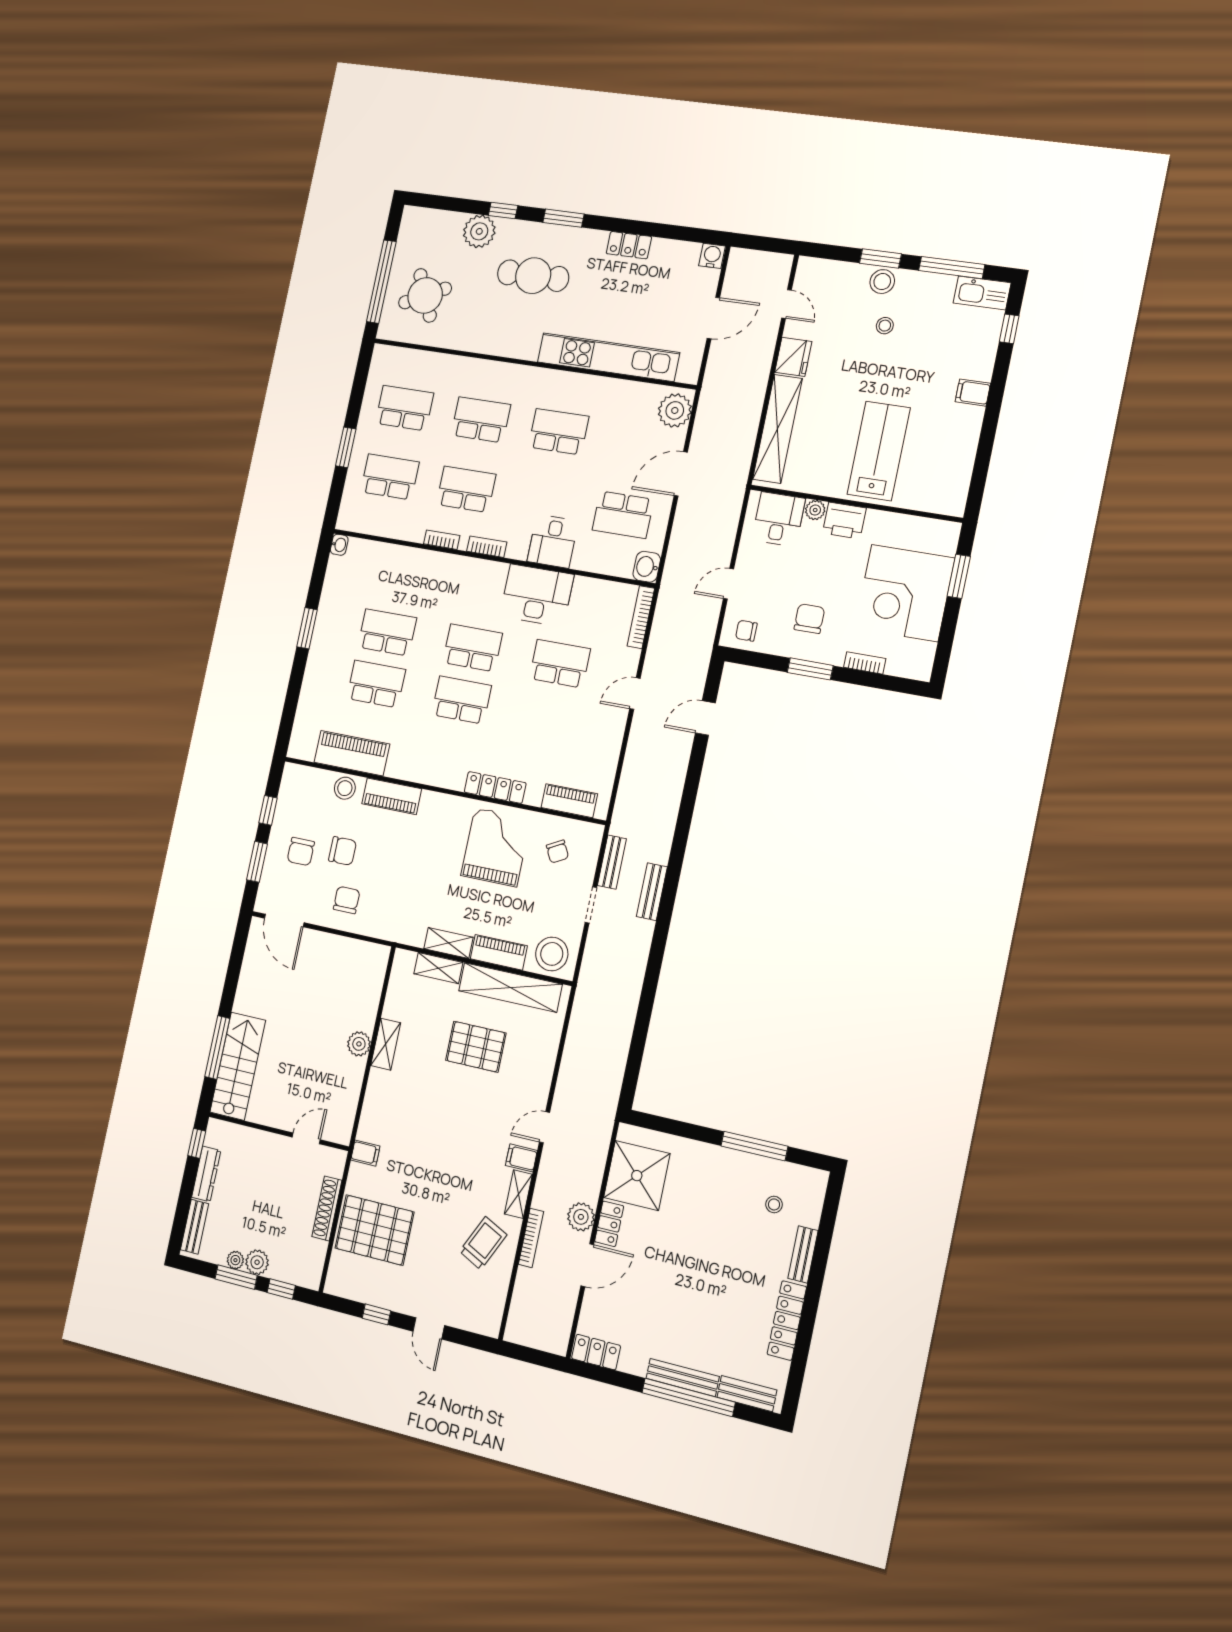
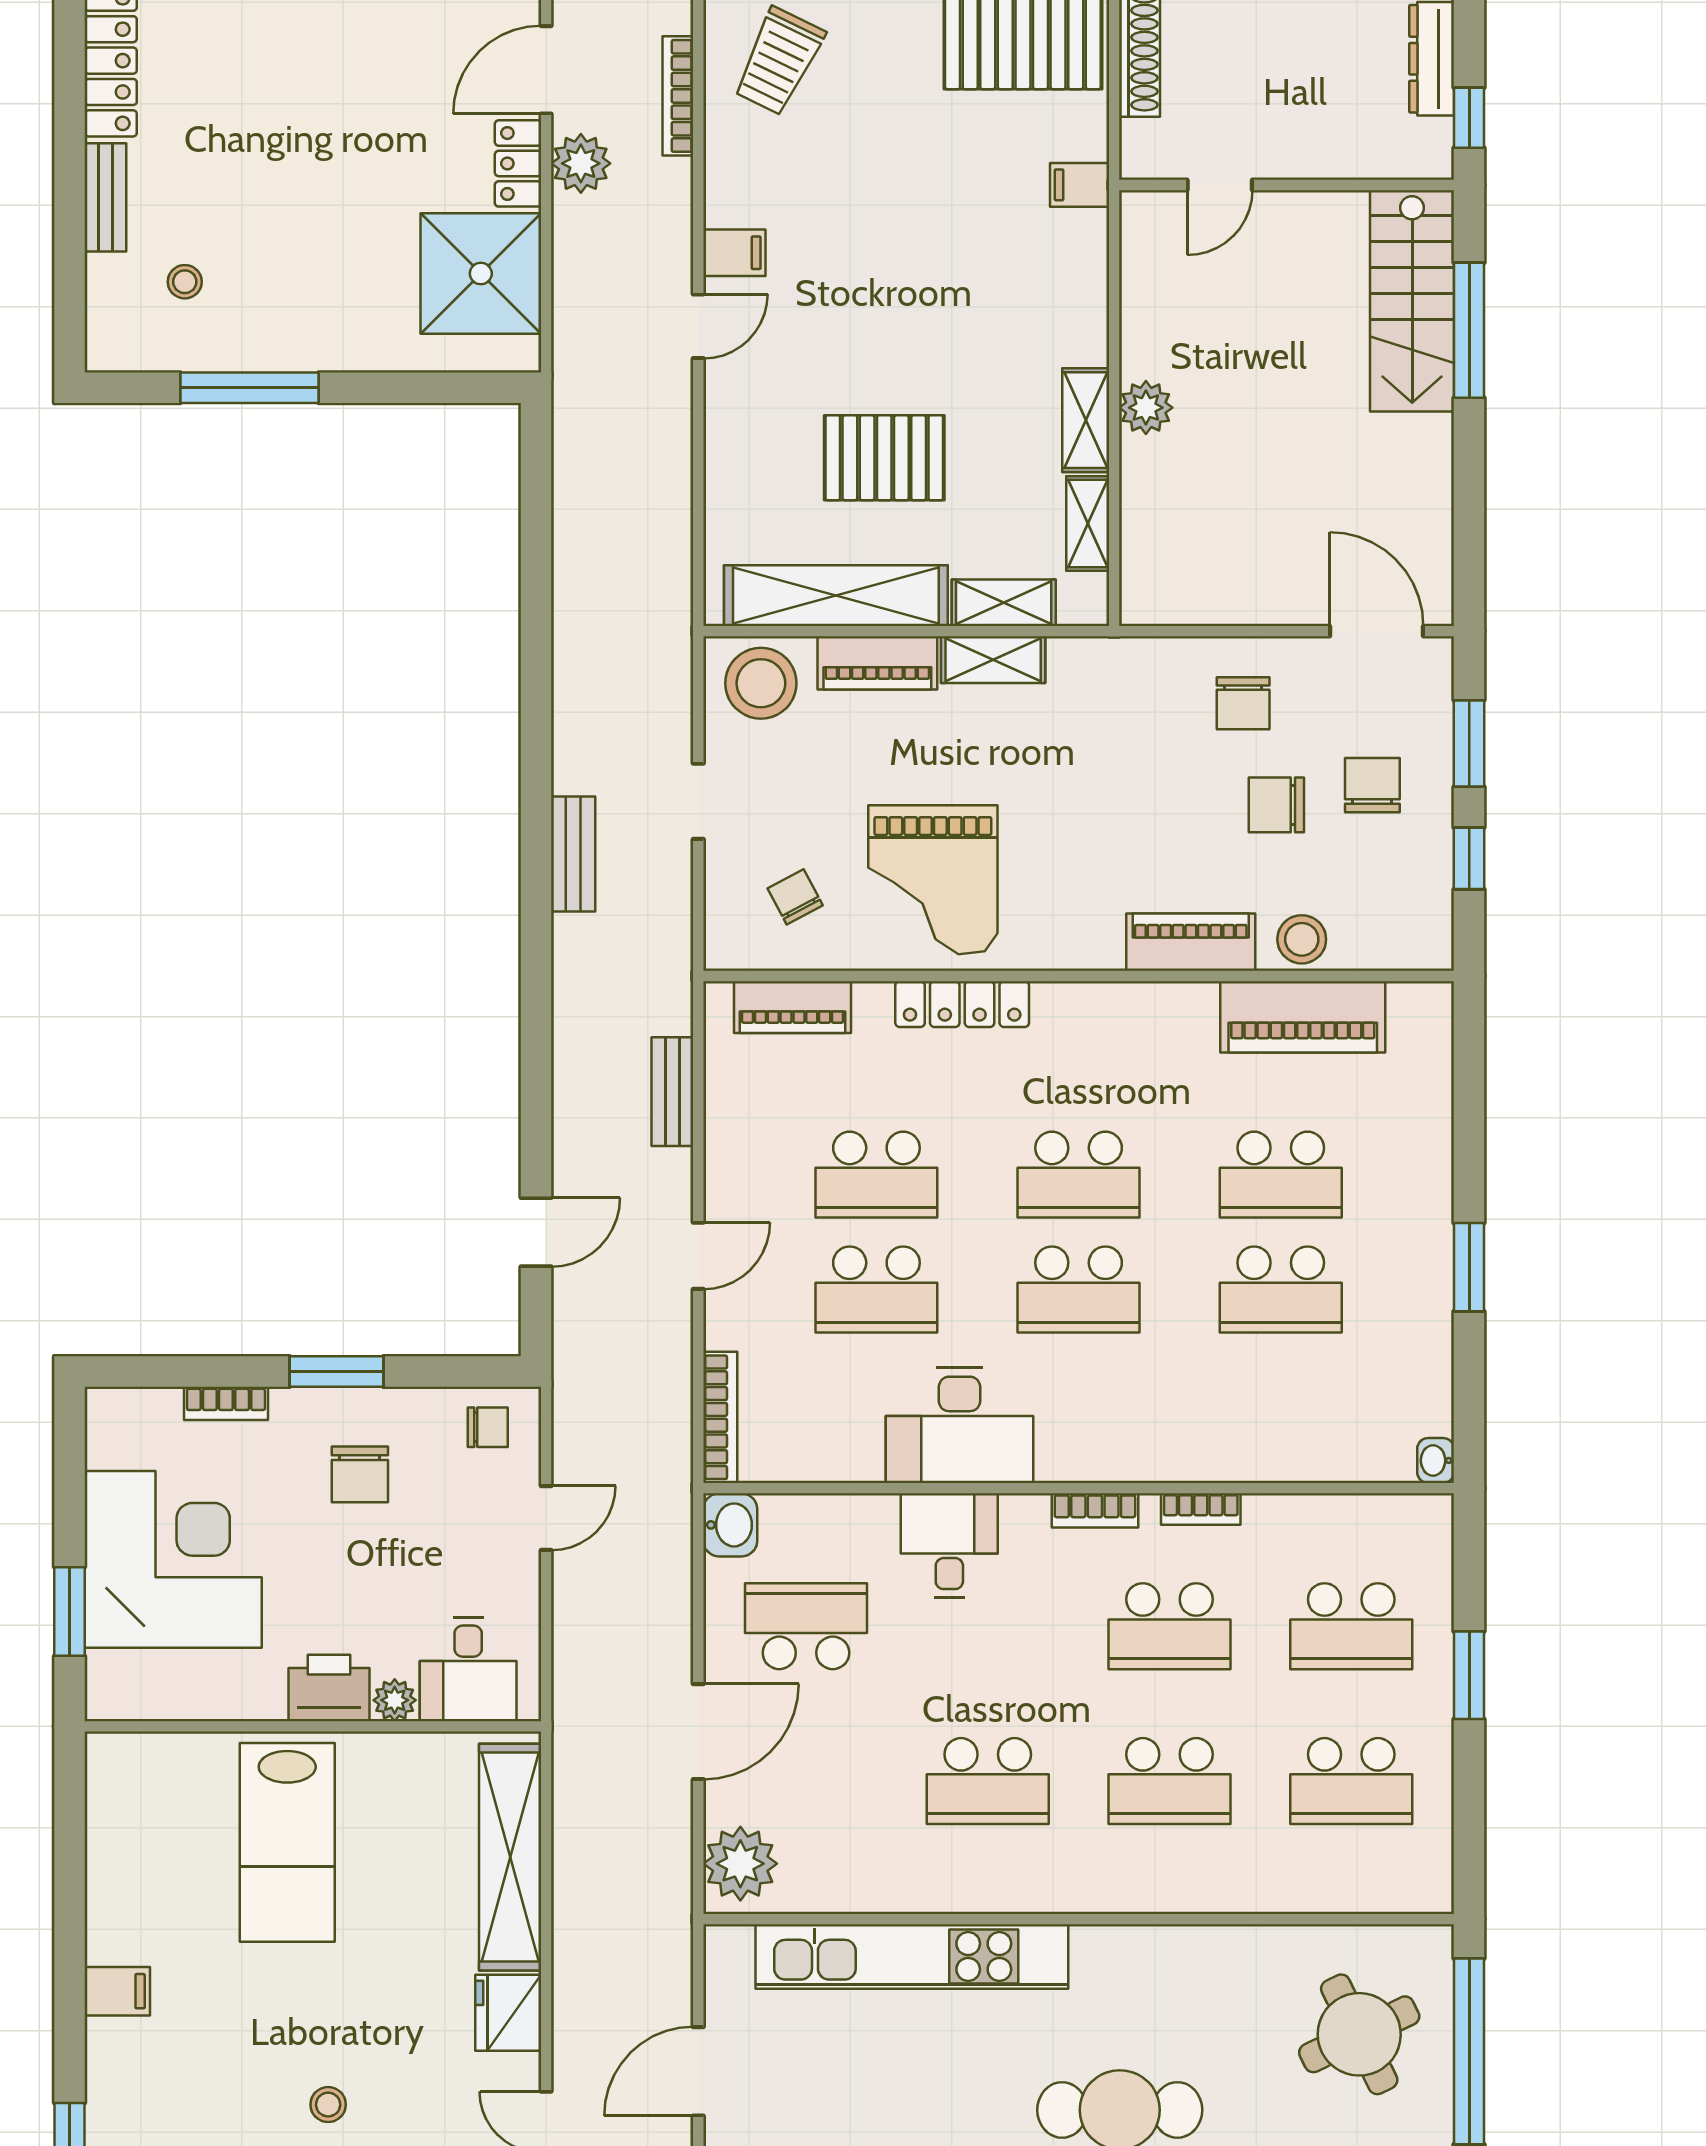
school desk: (549, 716) -> (876, 1175), added
bench: (612, 862) -> (672, 1092), moved
shelving: (518, 1194) -> (1088, 523), moved

